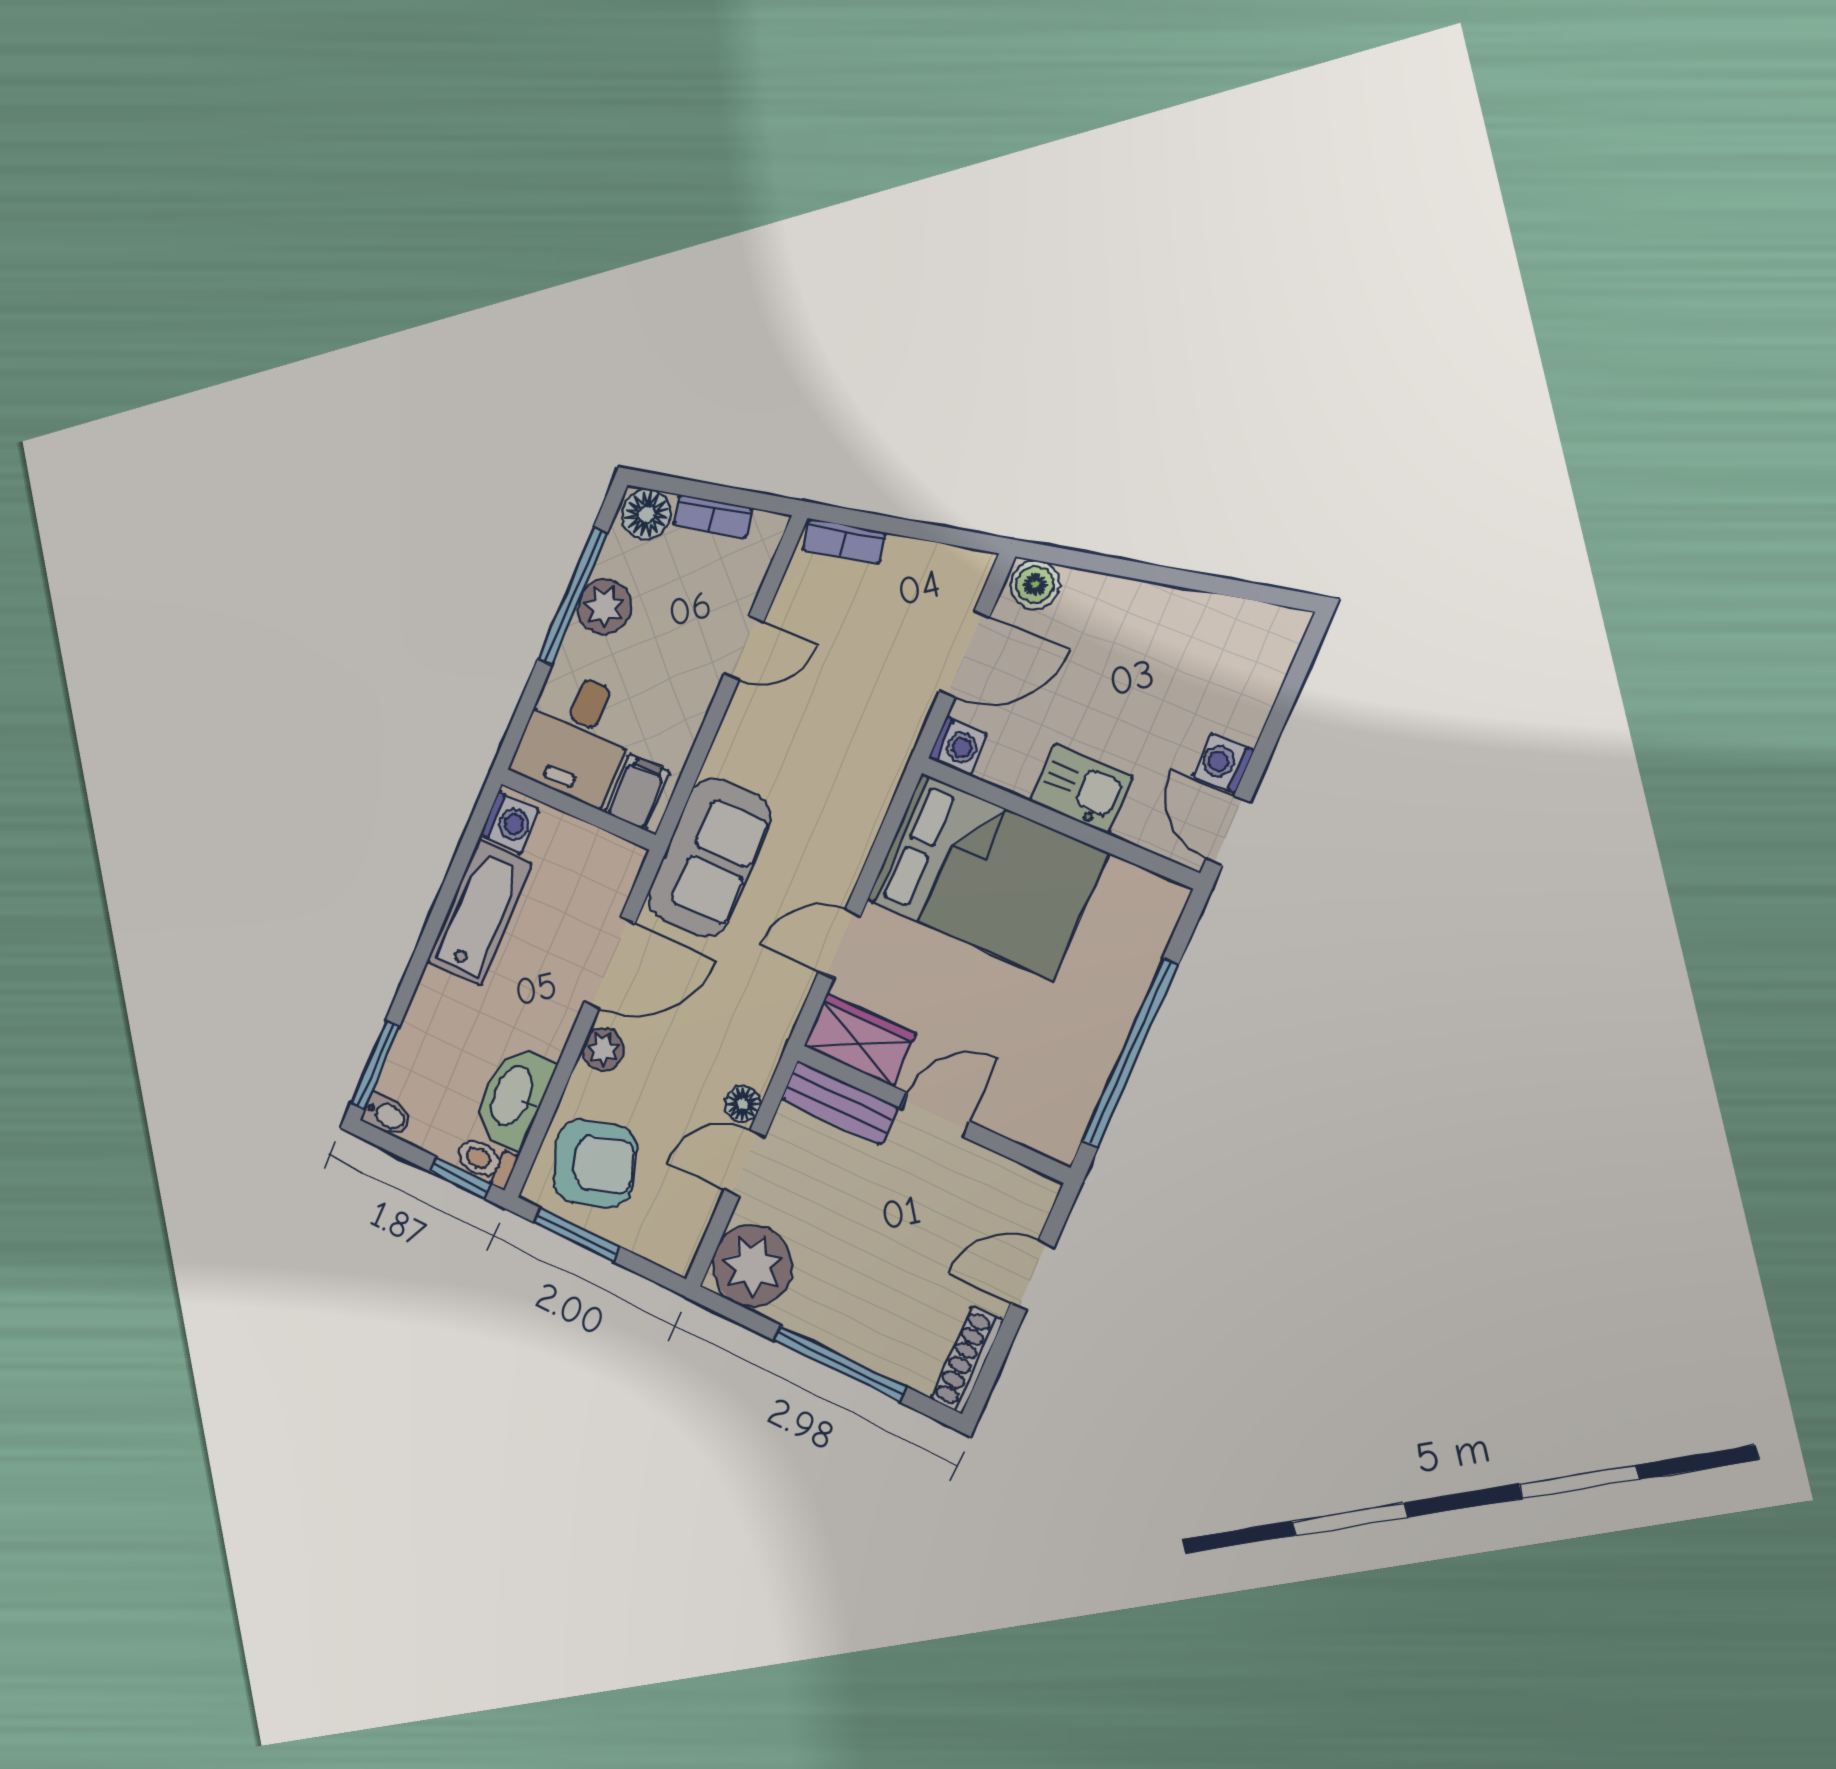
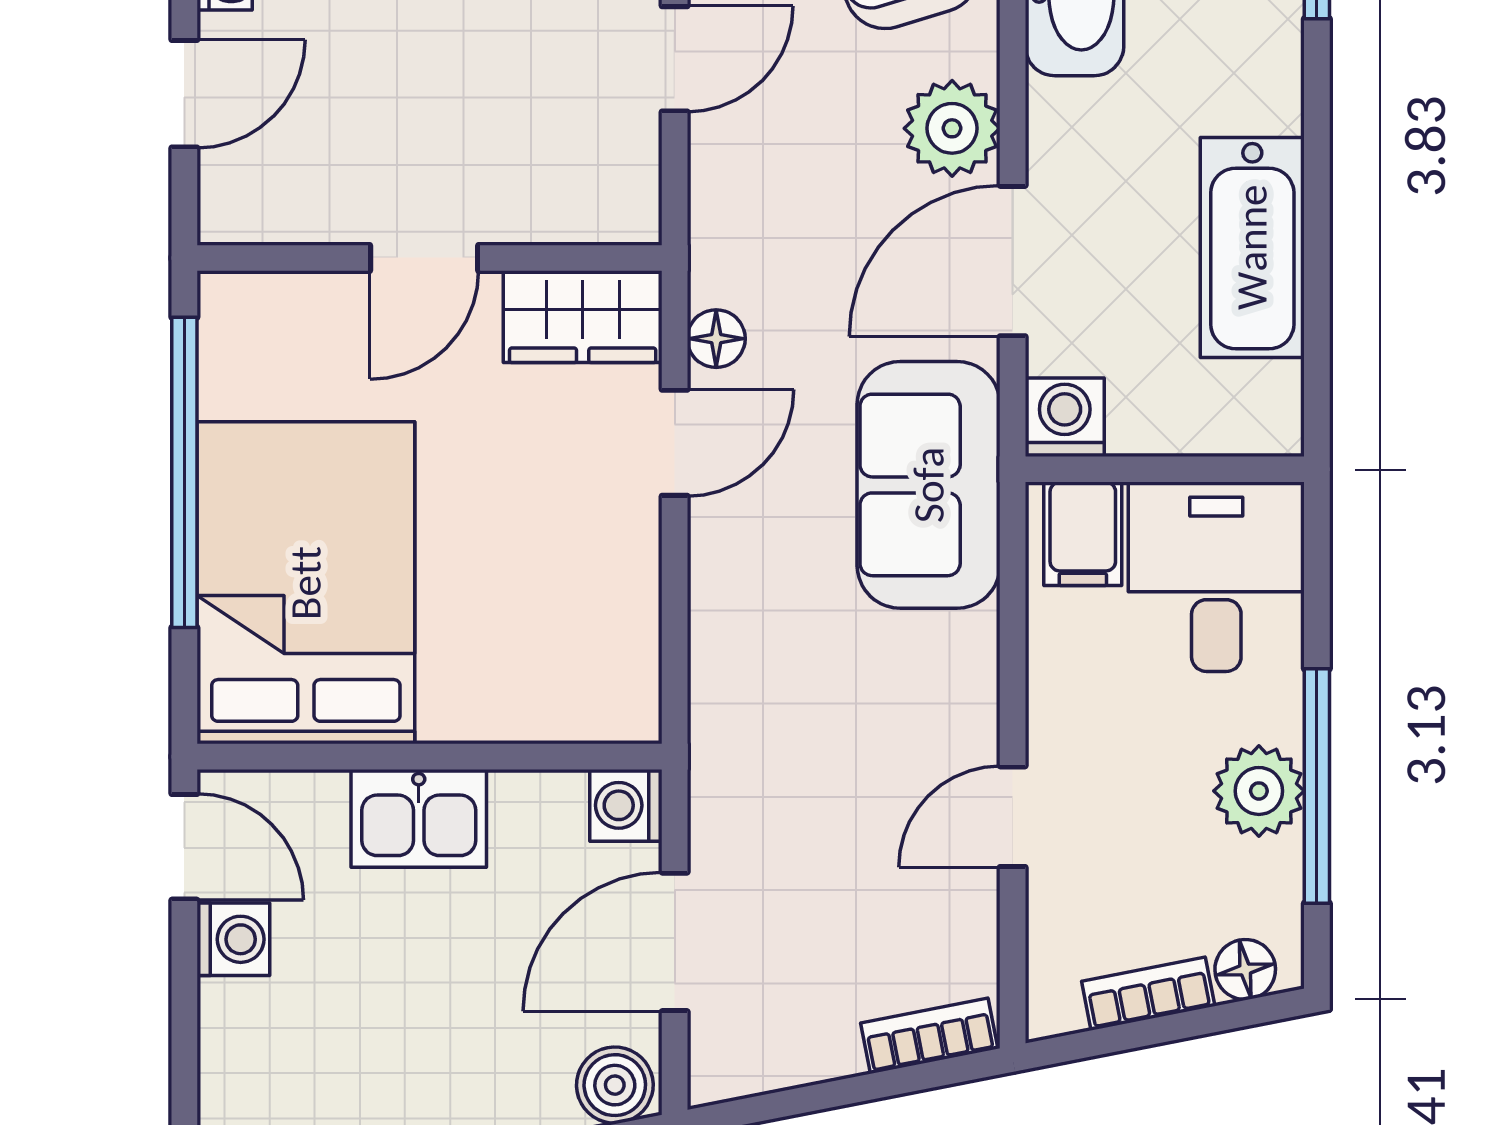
floor lamp: (647, 514) -> (1245, 970), width x0.73, depth x0.73
washing machine: (510, 822) -> (1065, 417), moved, turned 90
bed: (987, 876) -> (306, 583), moved, turned 90
plant: (603, 1050) -> (952, 128), width x1.38, depth x1.38
bench: (839, 1103) -> (573, 211), removed
floor lamp: (743, 1104) -> (716, 339), moved

